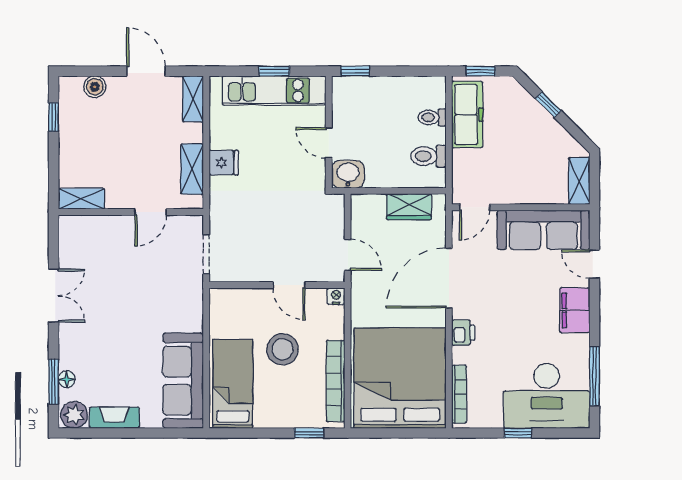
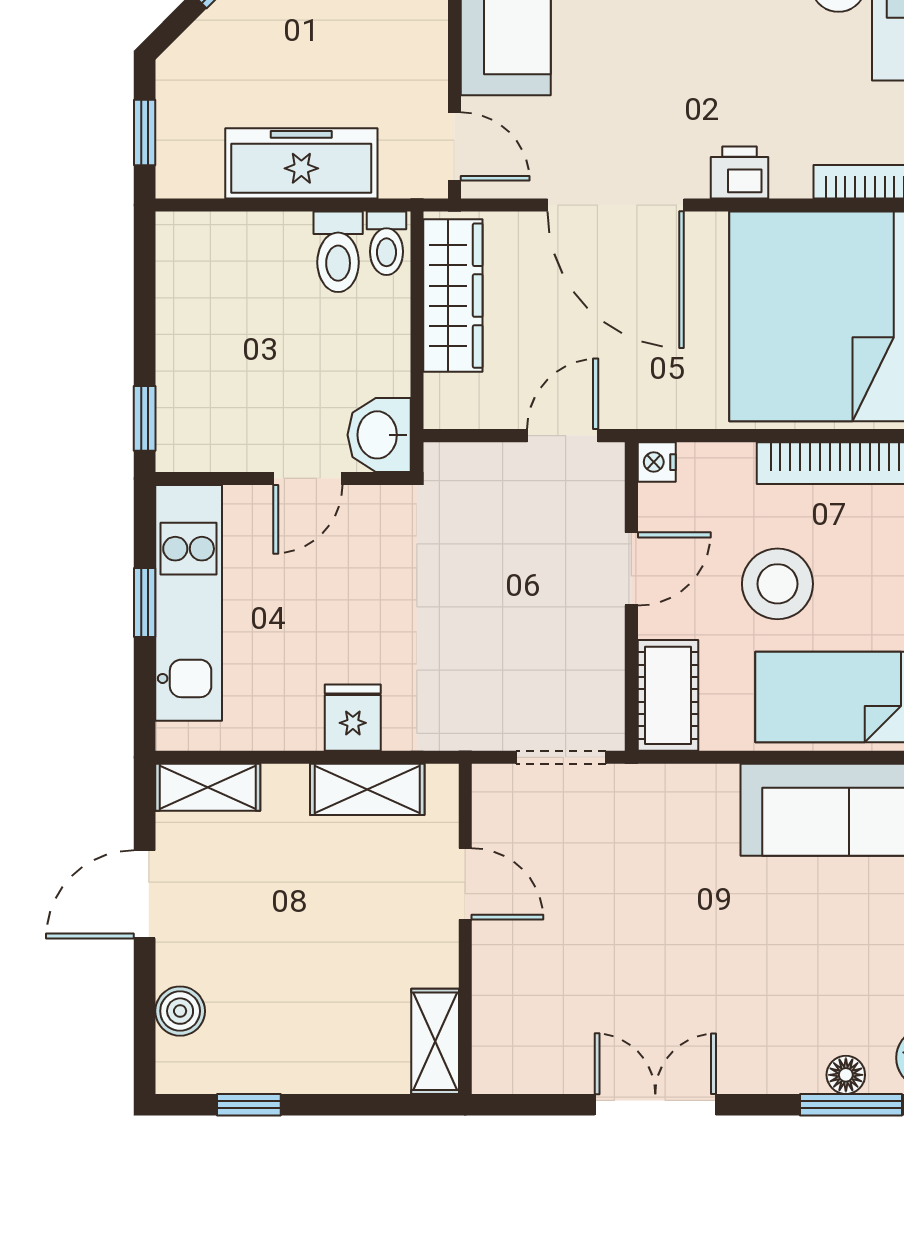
freezer: (467, 114) -> (301, 163), moved
toilet: (432, 117) -> (386, 243), moved
wardrobe: (409, 207) -> (453, 296), width x1.50
cot: (233, 301) -> (668, 695), added

